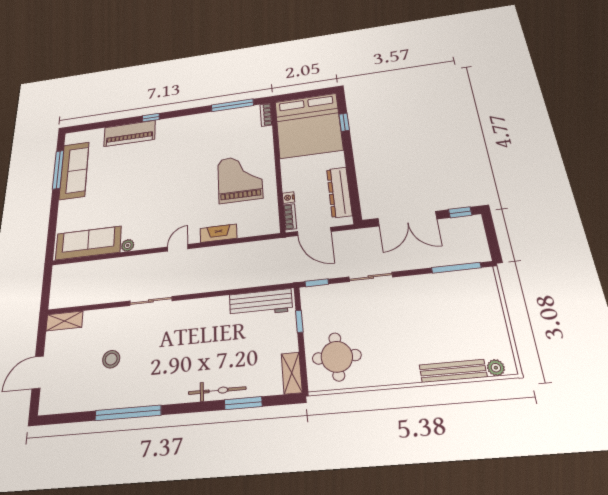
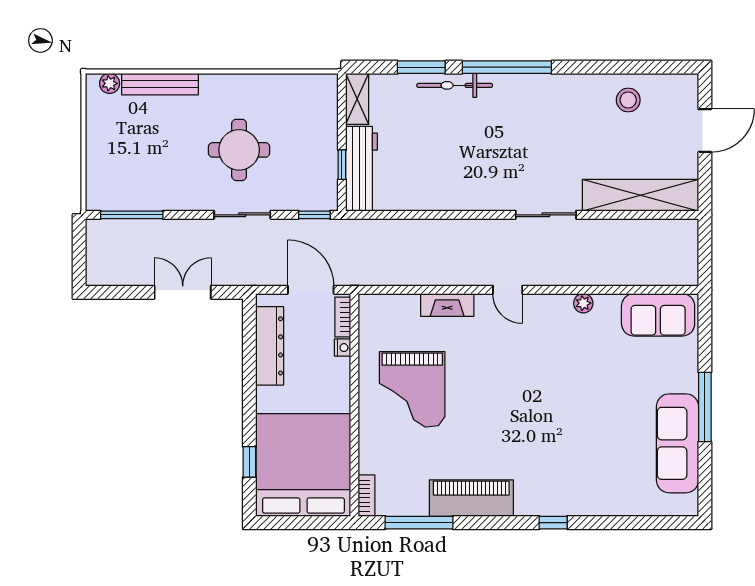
piano: (130, 133) -> (471, 498), moved
window: (58, 170) -> (705, 407), moved
window: (460, 212) -> (112, 292), removed
double door: (407, 219) -> (183, 292), width x0.73
sofa: (88, 243) -> (658, 315), width x0.73
door: (178, 248) -> (508, 290), hinge flipped
workbench: (261, 303) -> (362, 169), moved, turned 90
shelving: (64, 321) -> (640, 195), width x2.20, depth x1.33
round table: (337, 357) -> (239, 150), moved
stool: (111, 359) -> (628, 100), moved
window: (128, 413) -> (507, 67), moved

